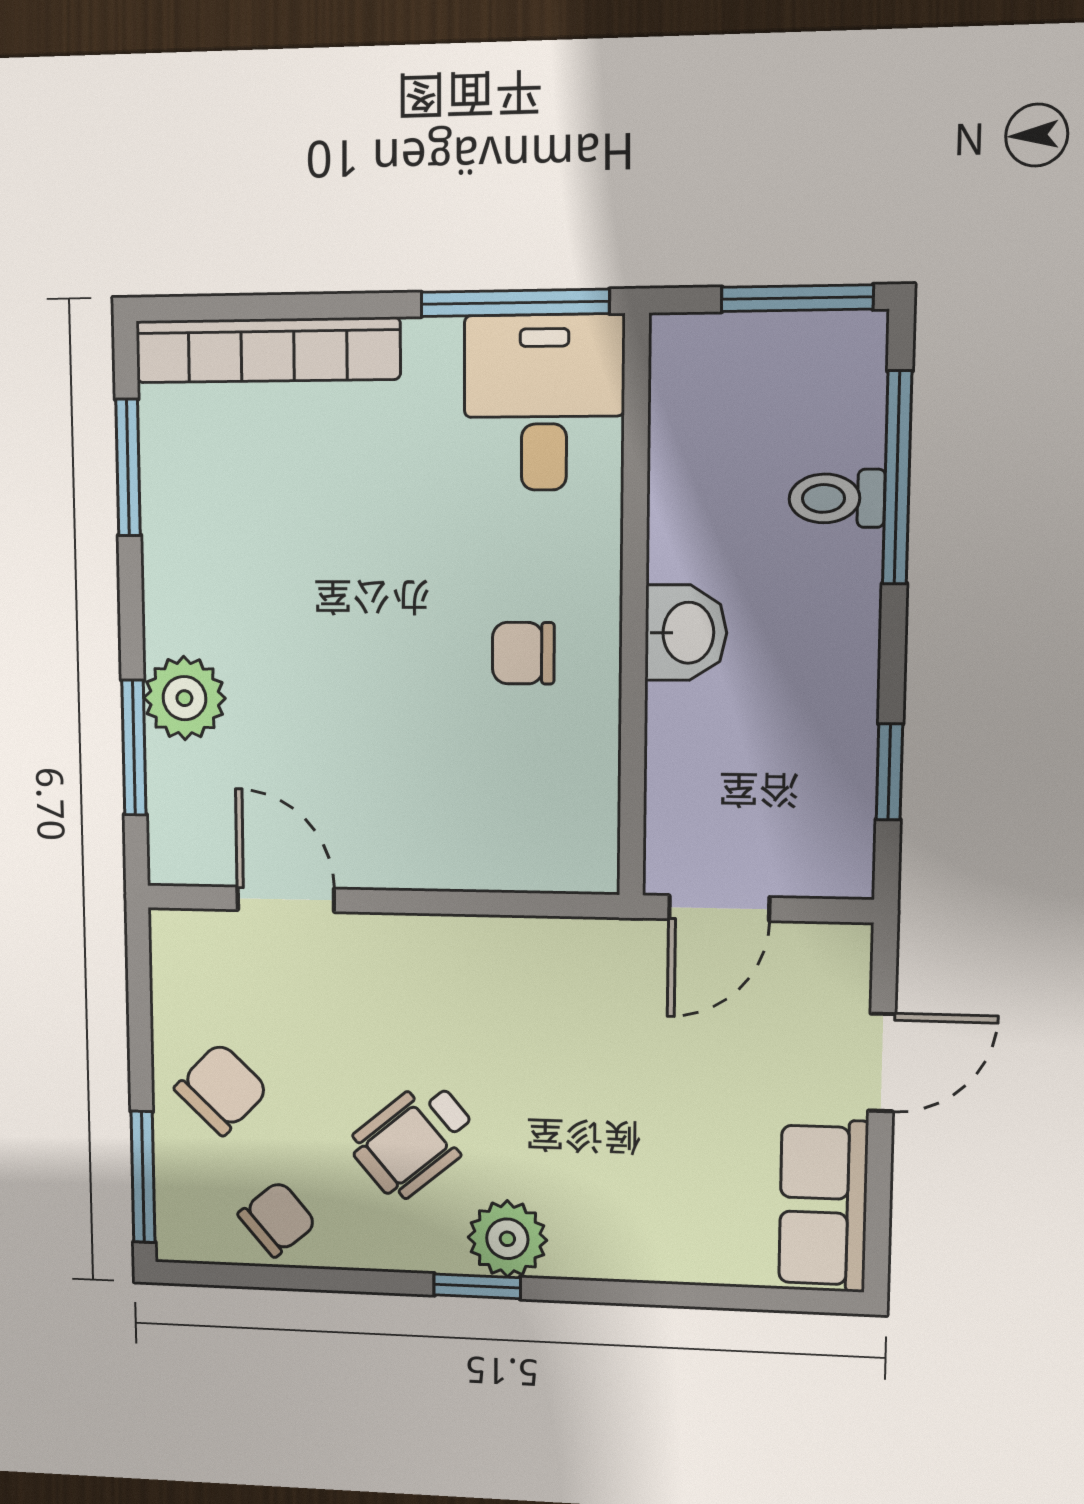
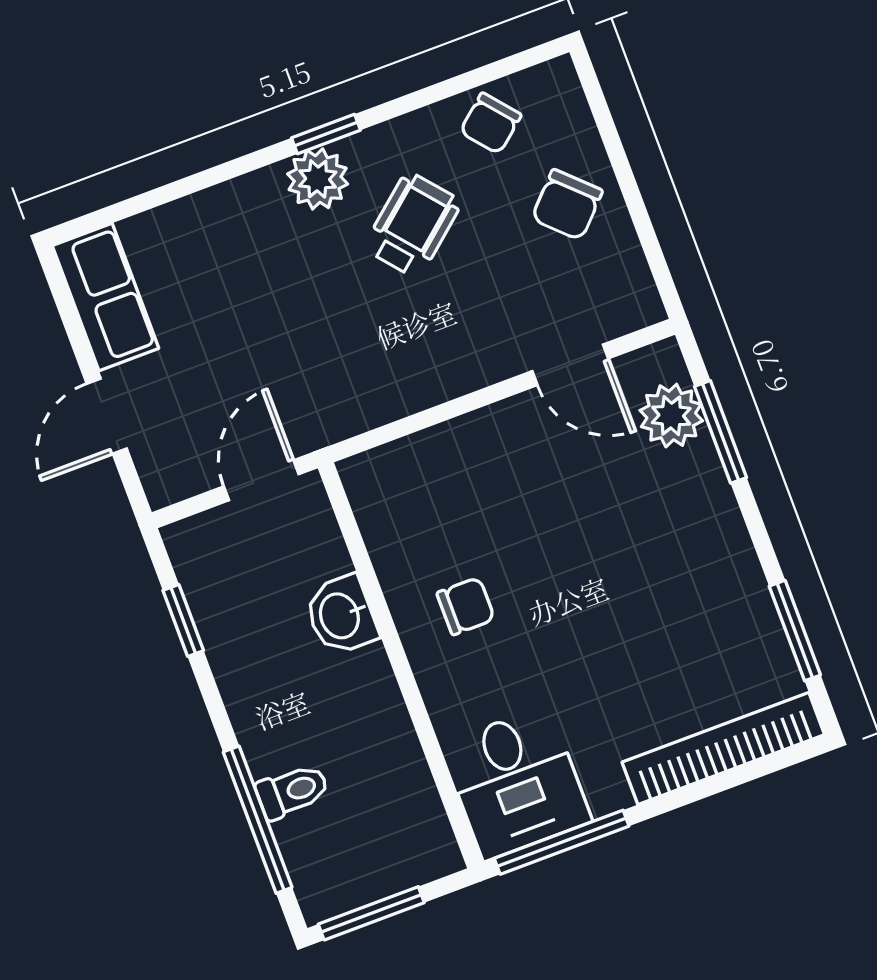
washbasin: (686, 633) -> (341, 615), moved
plant: (184, 698) -> (671, 416), moved
window: (143, 1177) -> (602, 114), removed

